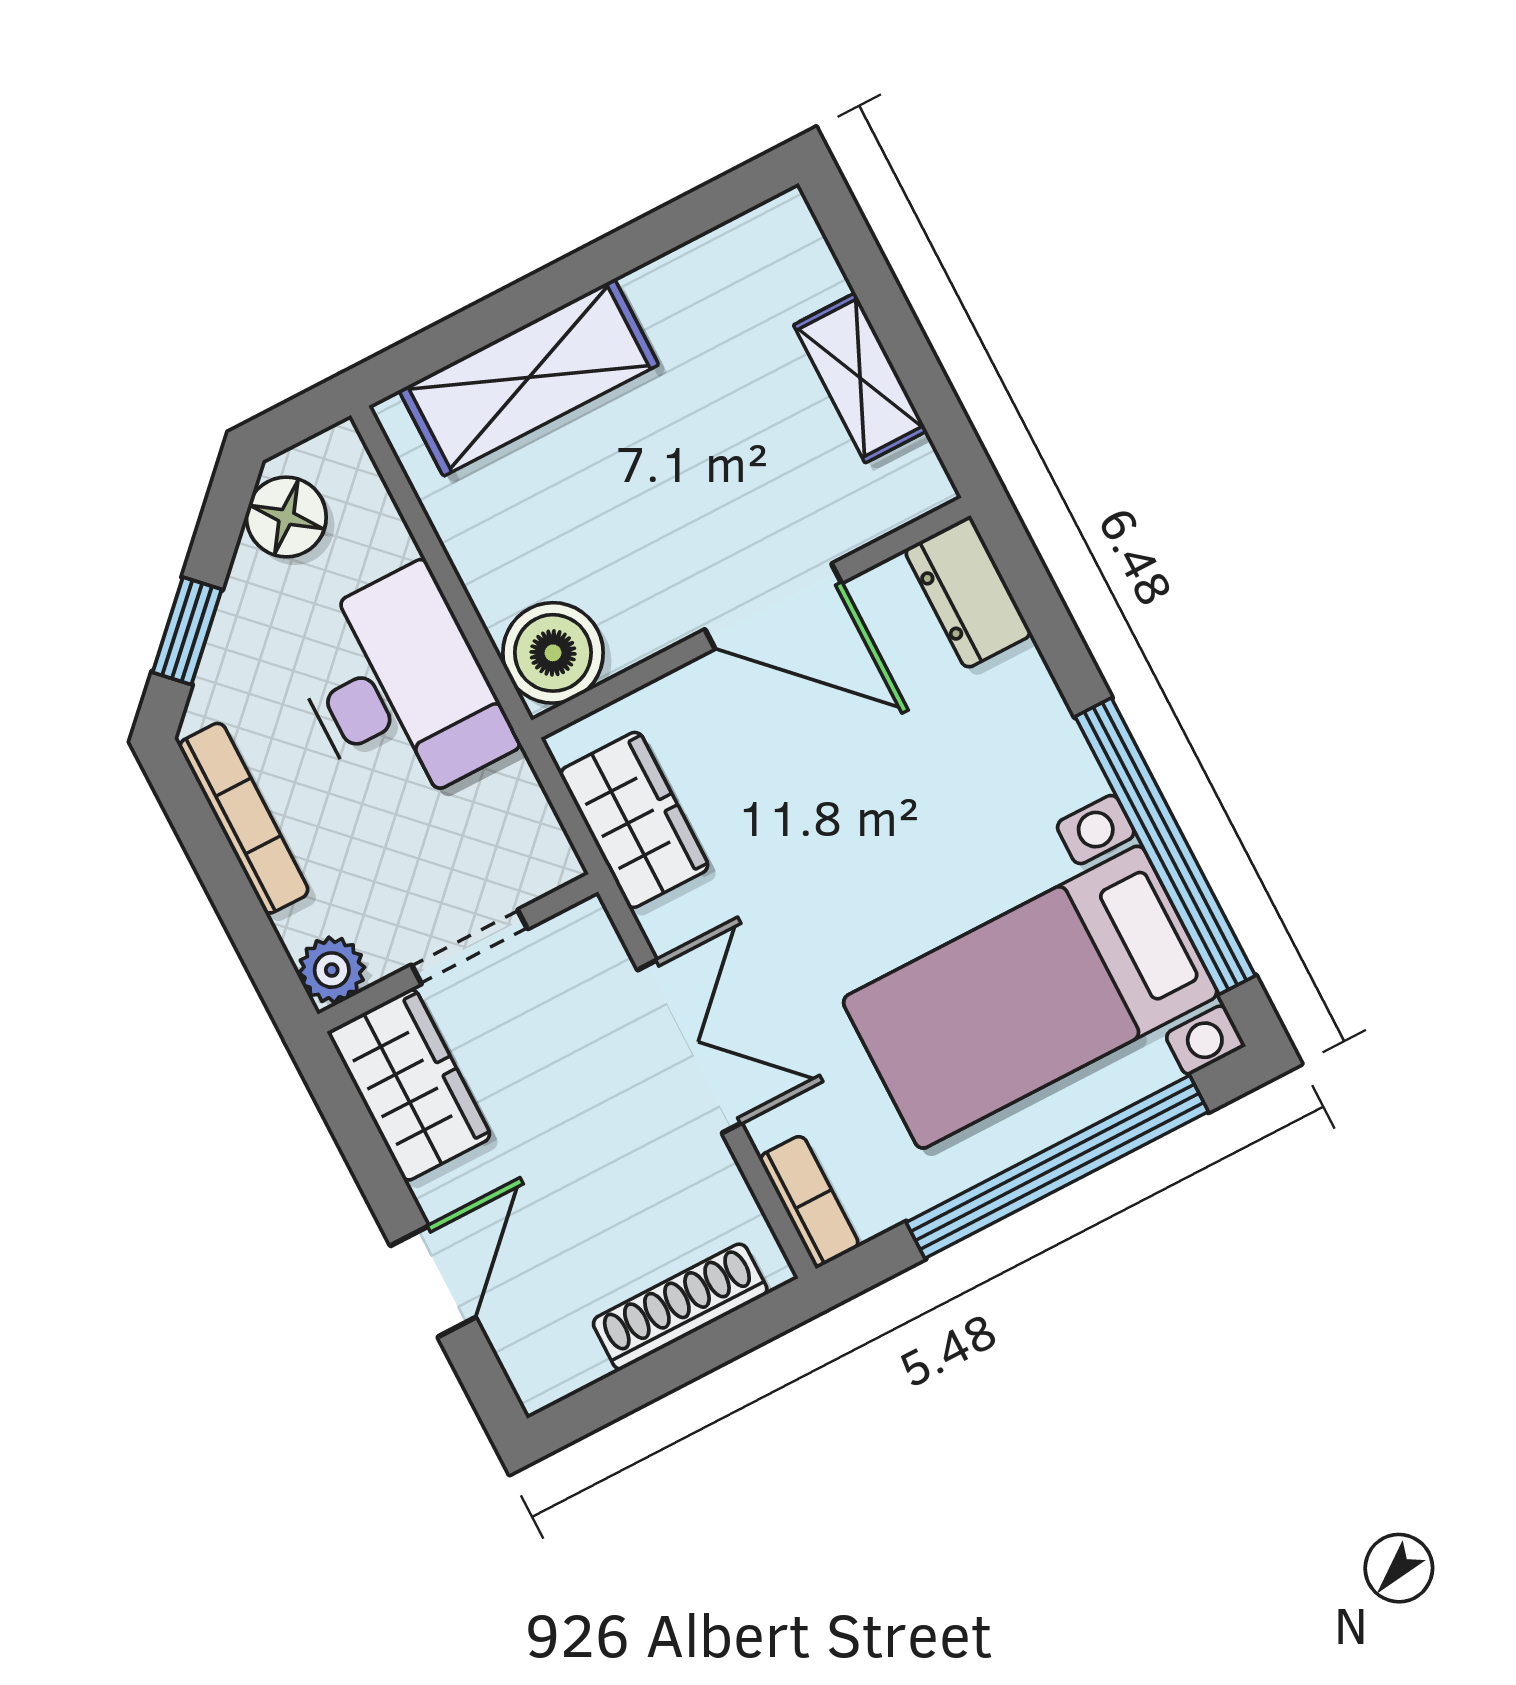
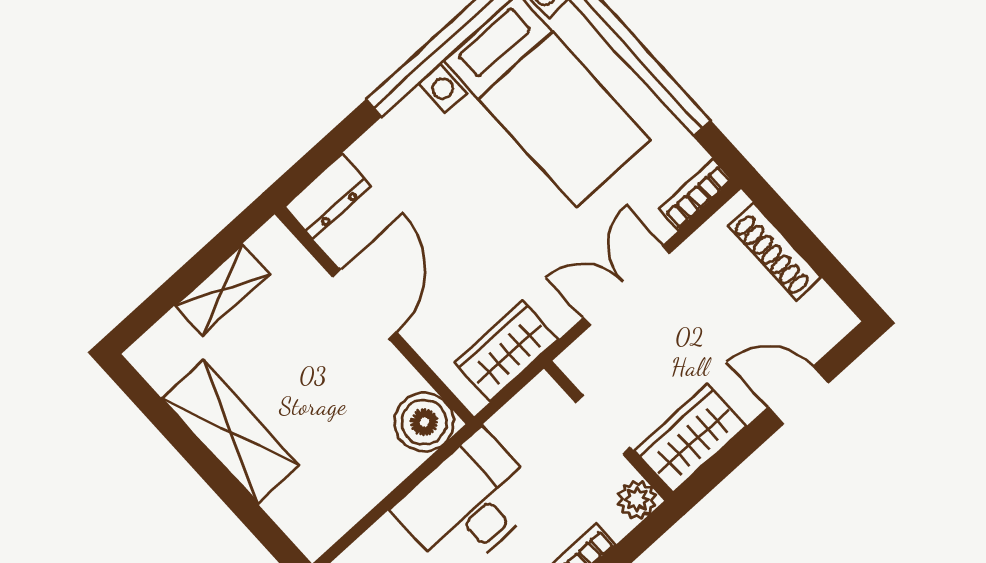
shelving: (529, 377) -> (231, 432), moved

